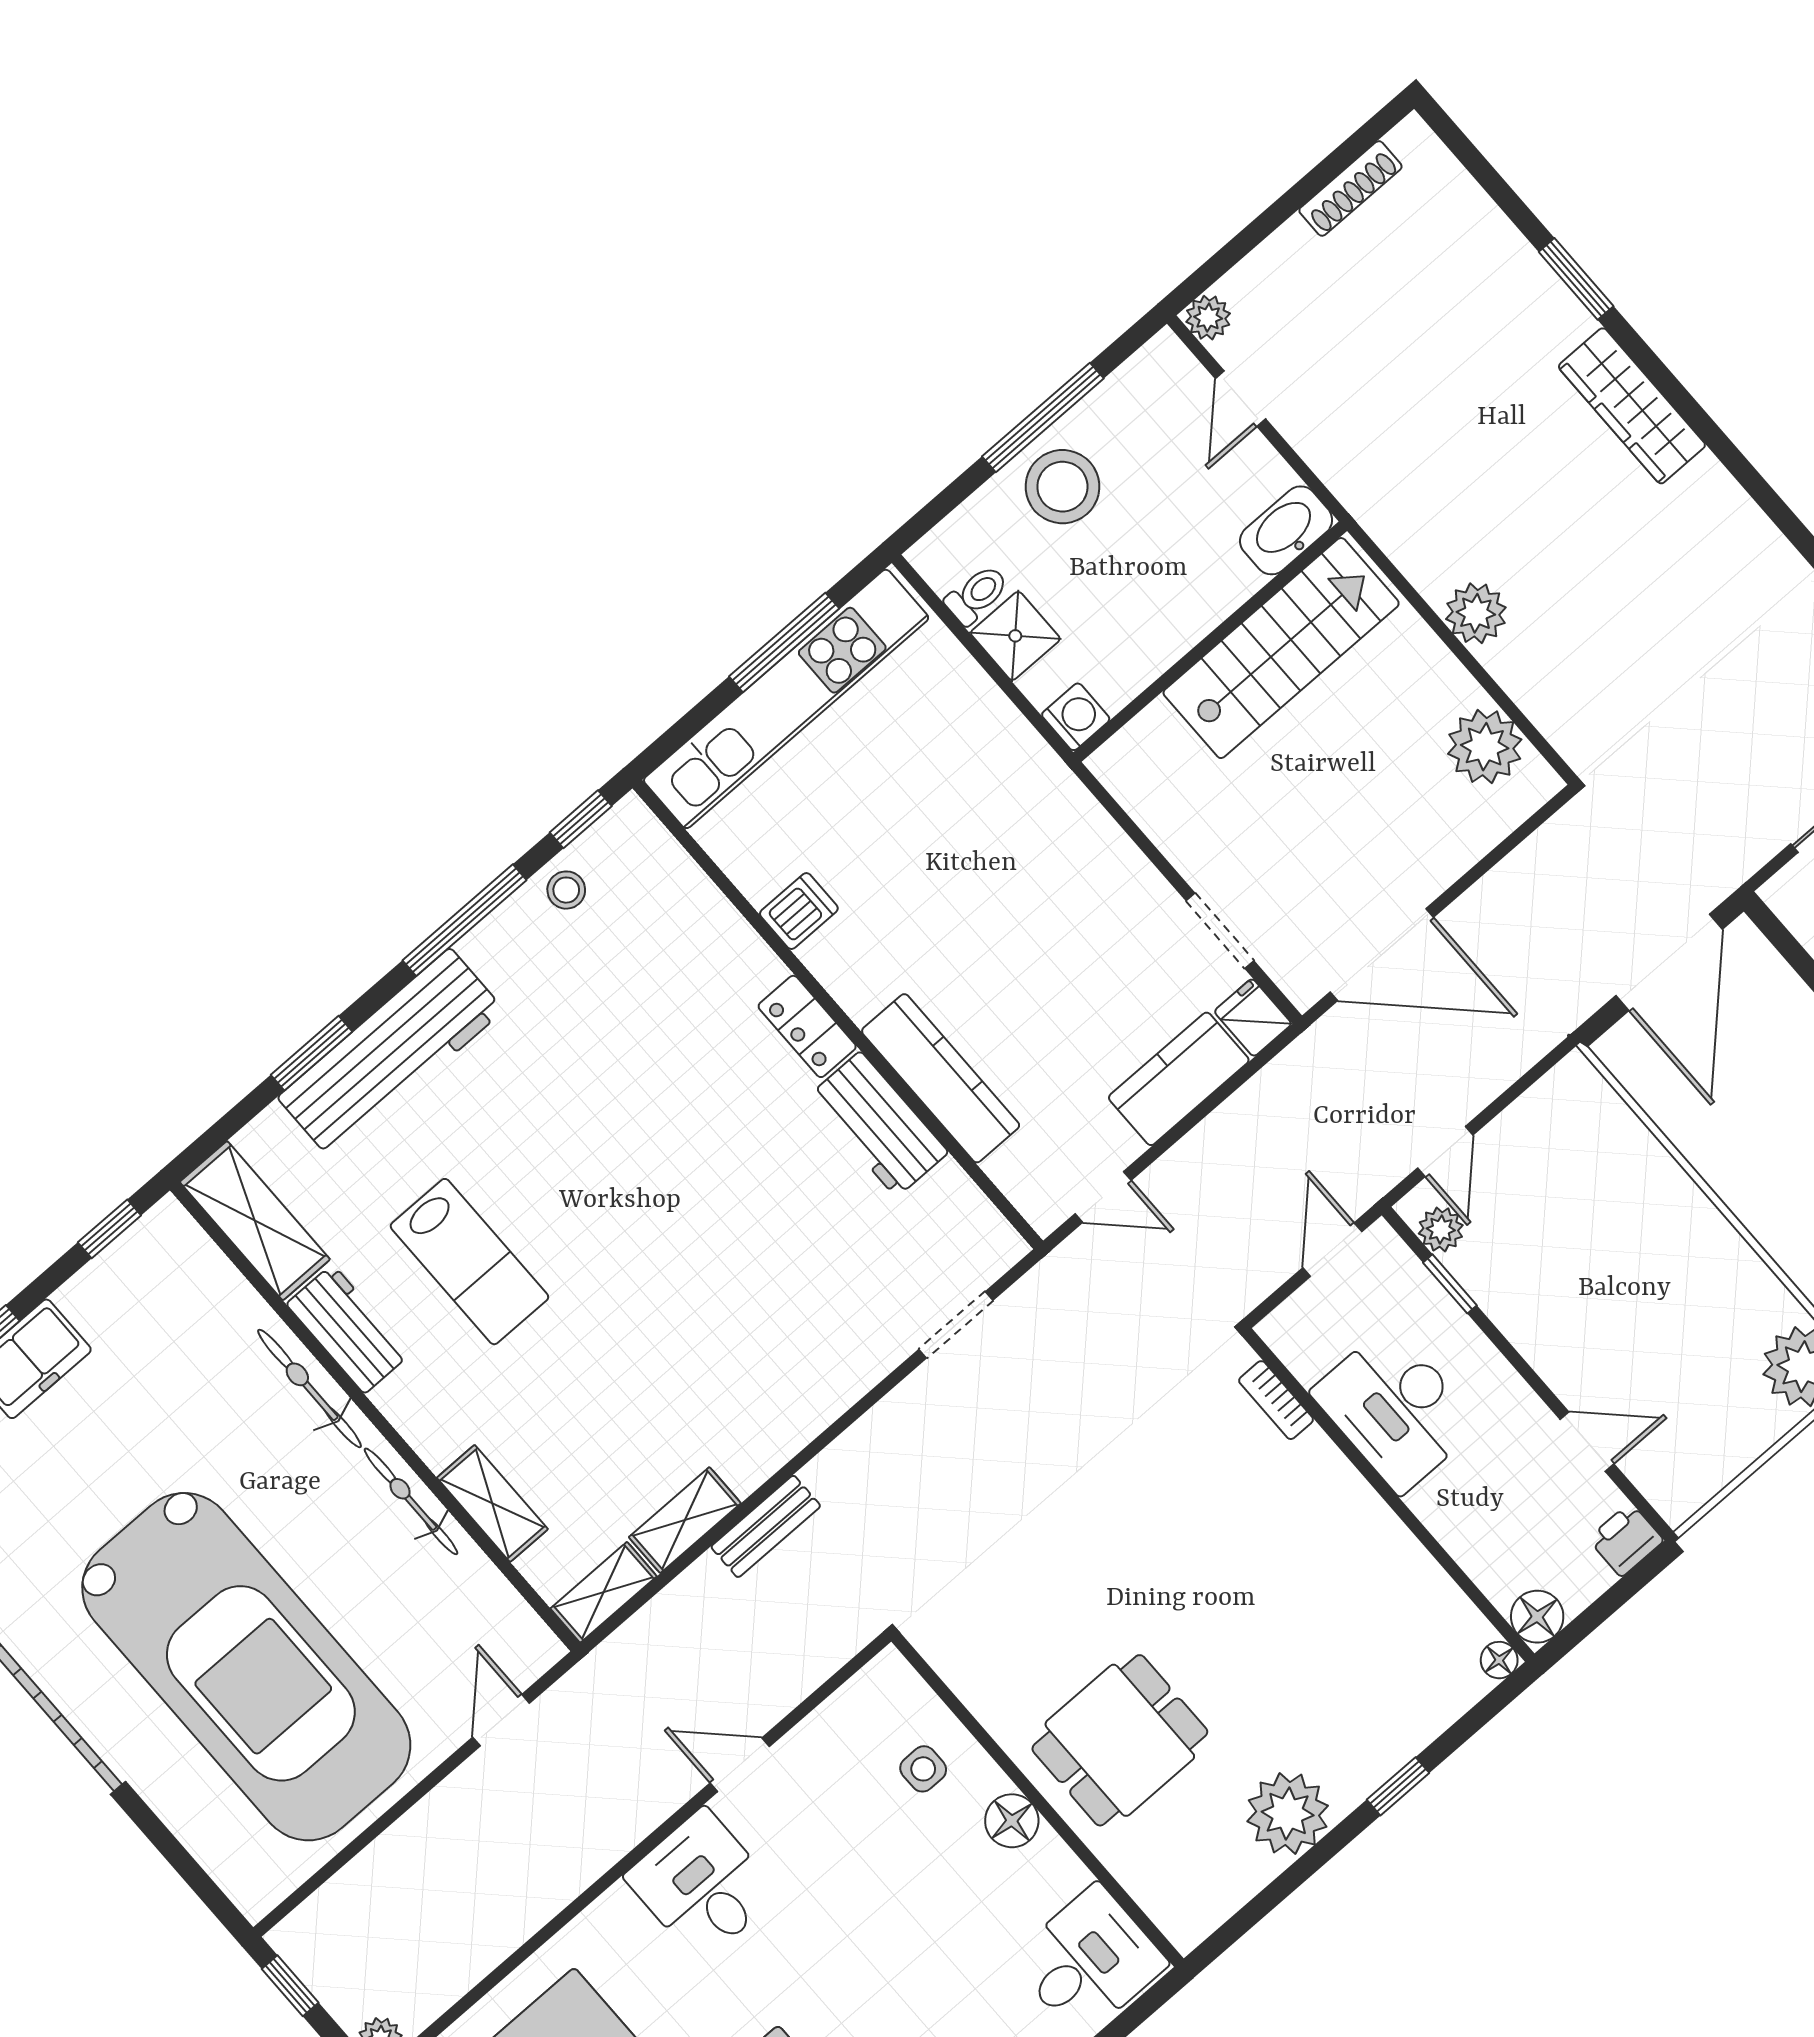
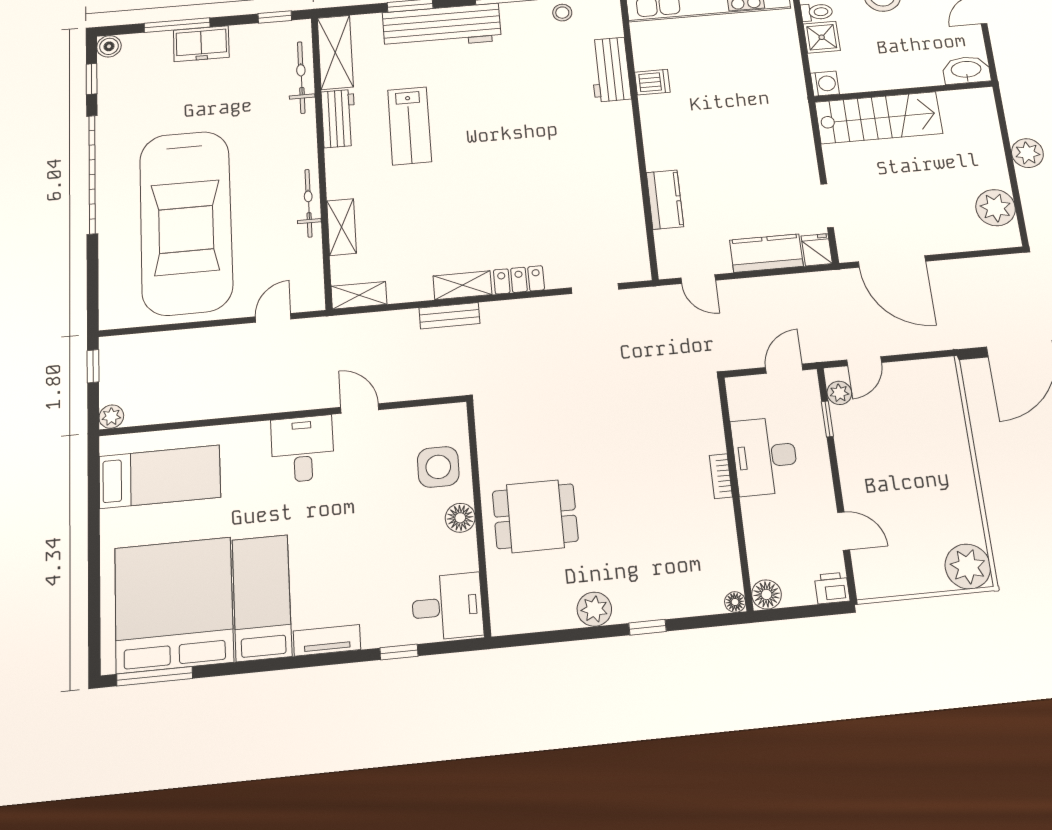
stairs: (1281, 648) -> (879, 118), moved
locker: (807, 1026) -> (519, 280), moved, turned 90
kitchen counter: (941, 1078) -> (665, 200), width x0.67
workbench: (878, 1124) -> (610, 70), moved
bicycle: (310, 1388) -> (301, 77), moved
bookcase: (1276, 1400) -> (721, 476), moved
shelving: (685, 1520) -> (462, 285), moved
side table: (923, 1769) -> (438, 467), width x1.87, depth x1.87
plant: (1288, 1814) -> (594, 609), width x0.73, depth x0.73

